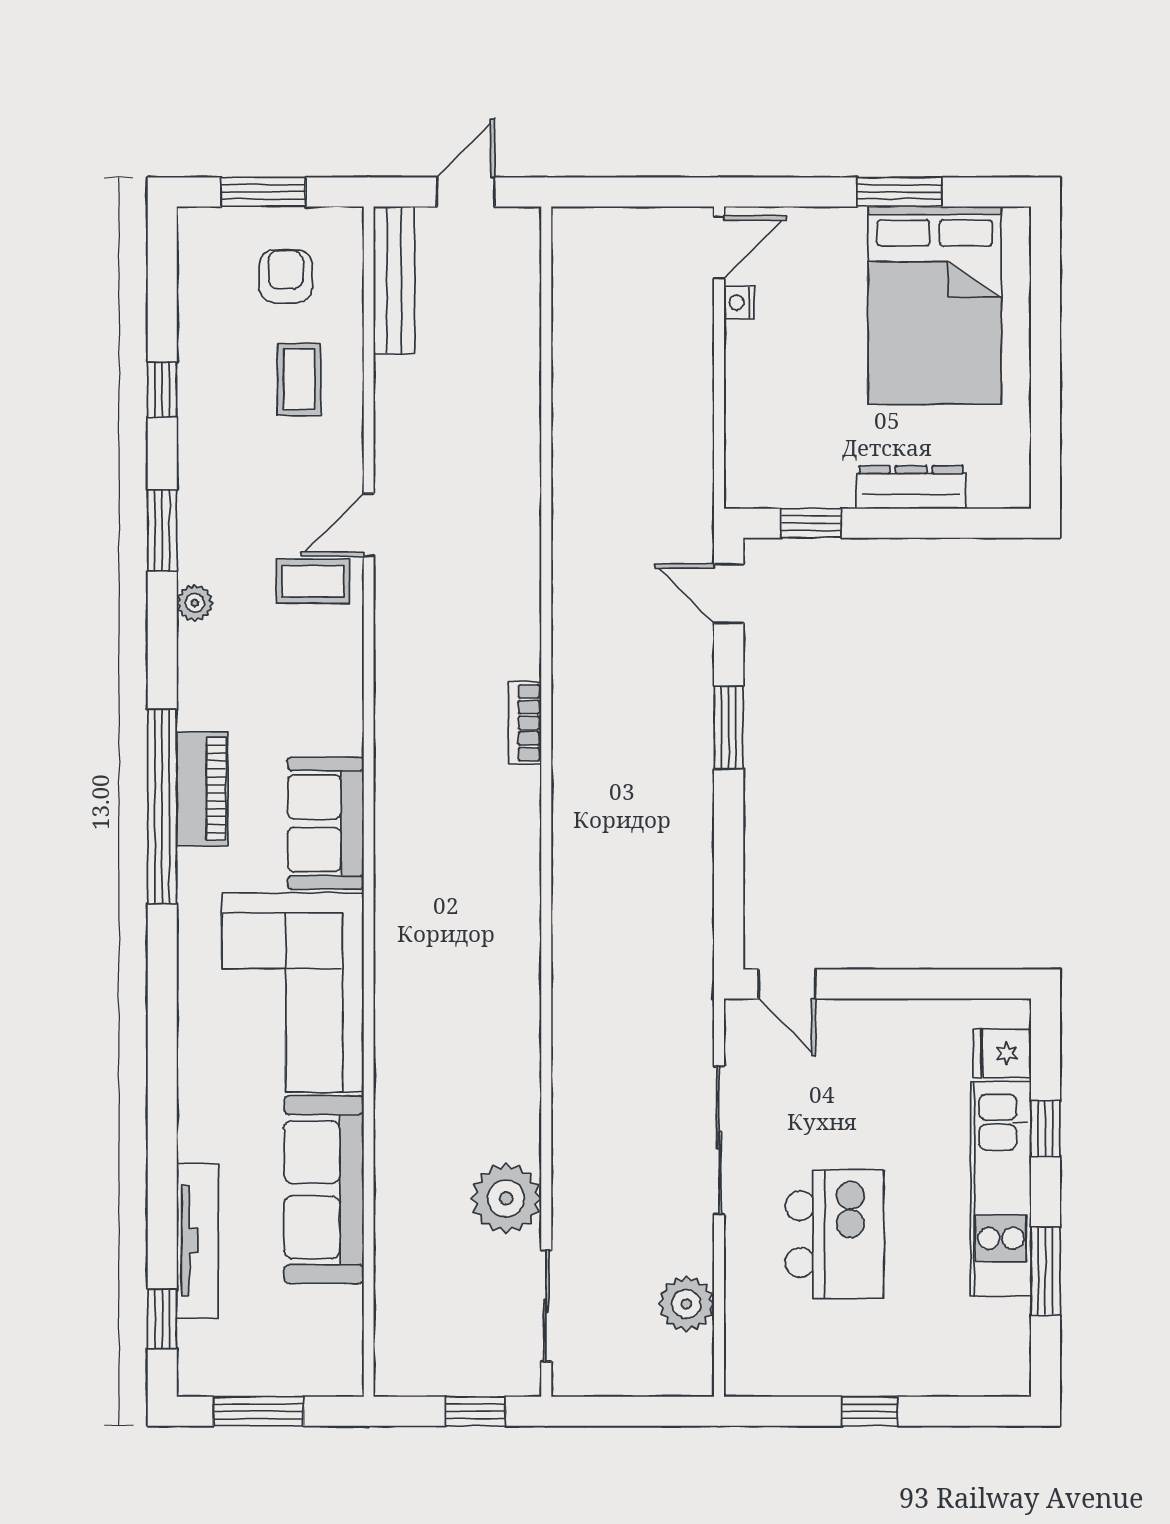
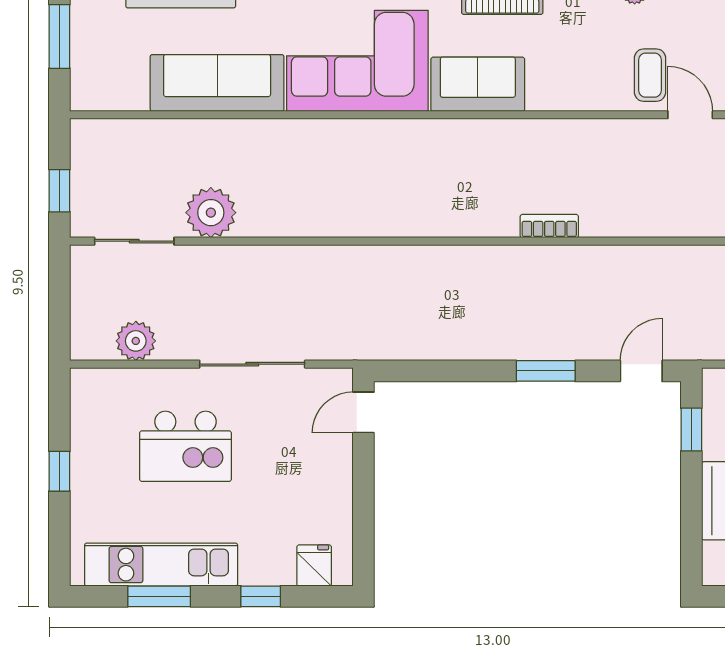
kitchen unit: (1001, 1189) -> (161, 565), moved

